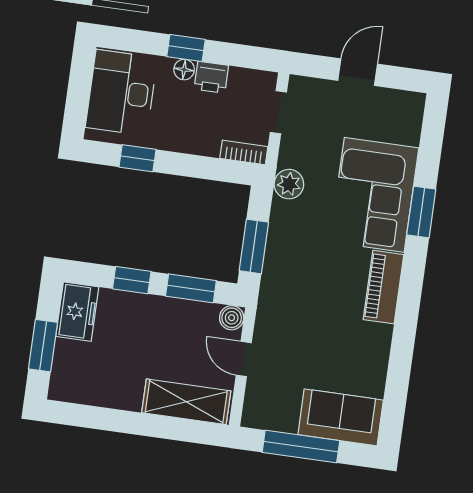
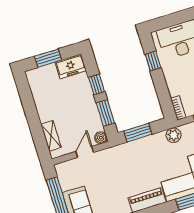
shelving: (186, 402) -> (51, 136), width x0.67, depth x0.75

